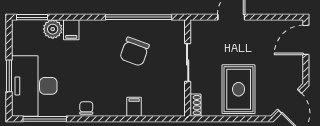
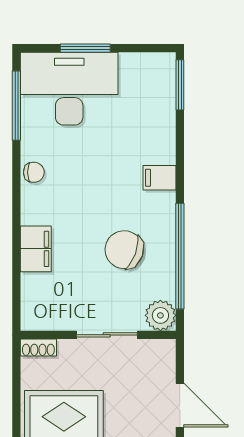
plant: (53, 29) -> (160, 315), moved
filing cabinet: (71, 30) -> (159, 178), moved
filing cabinet: (134, 107) -> (36, 249), width x2.00

